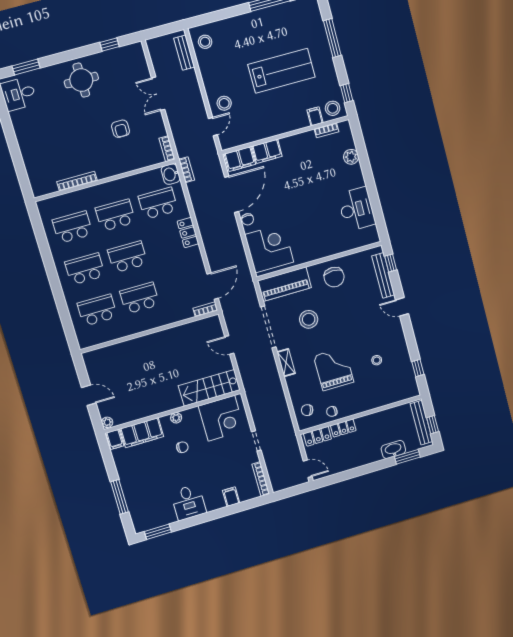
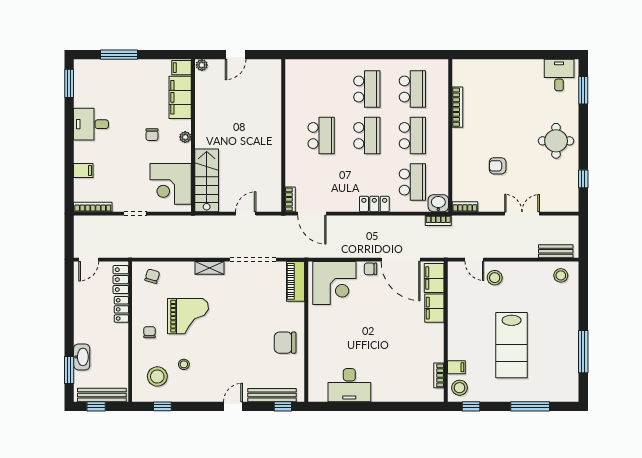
plant: (351, 157) -> (405, 394), removed
piano: (284, 284) -> (296, 281), width x0.73, depth x0.75
school desk: (97, 310) -> (321, 89), removed
stool: (309, 319) -> (157, 376), moved
chair: (332, 411) -> (149, 332), moved

